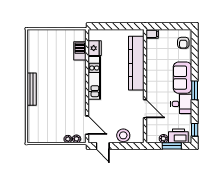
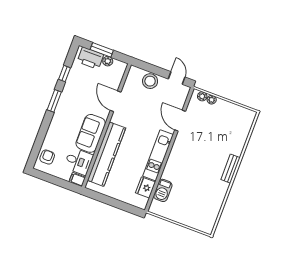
sofa: (182, 78) -> (91, 133), moved, turned 180
bench: (32, 89) -> (231, 169), width x0.73
desk: (181, 104) -> (79, 161), moved, turned 180
door: (87, 125) -> (180, 121), moved
window: (195, 130) -> (65, 74), moved

